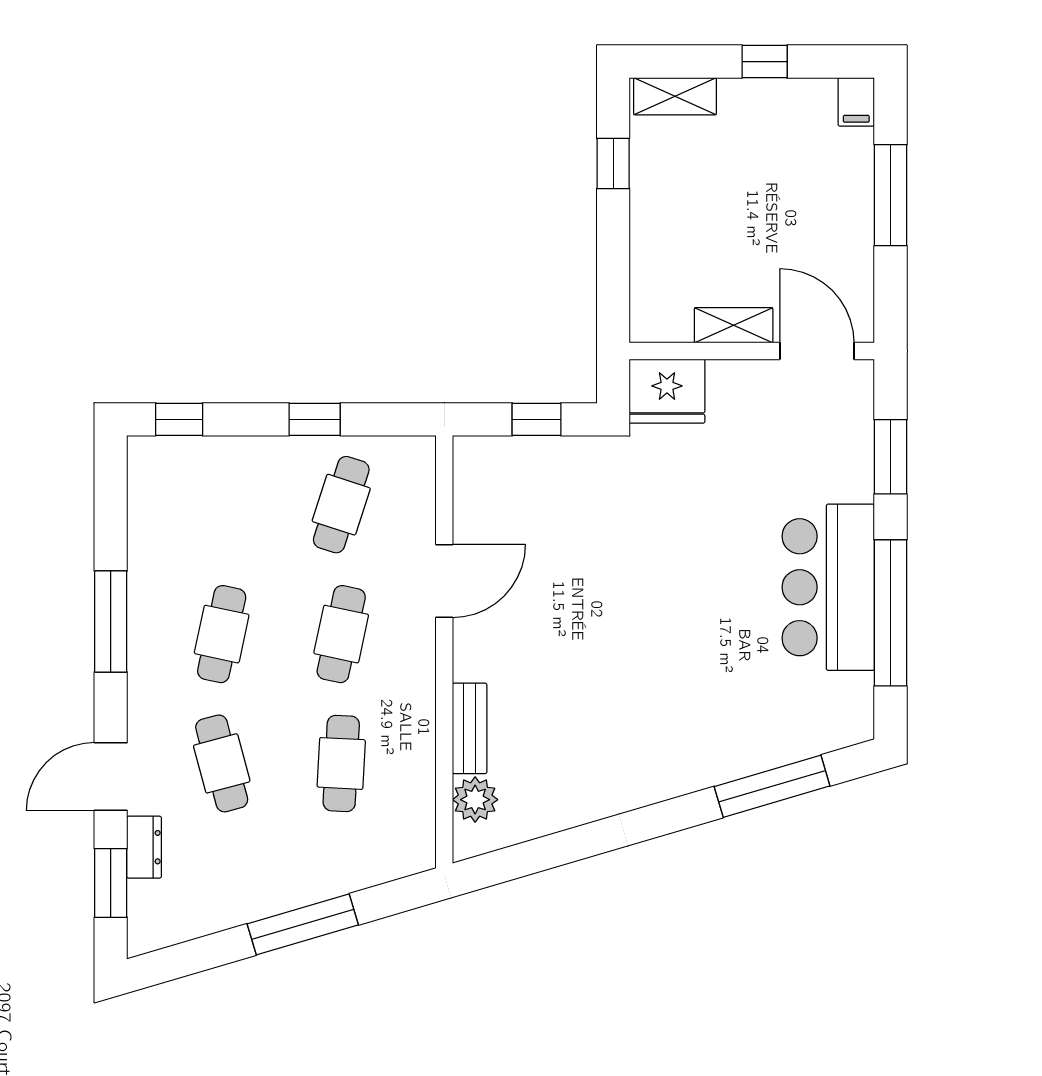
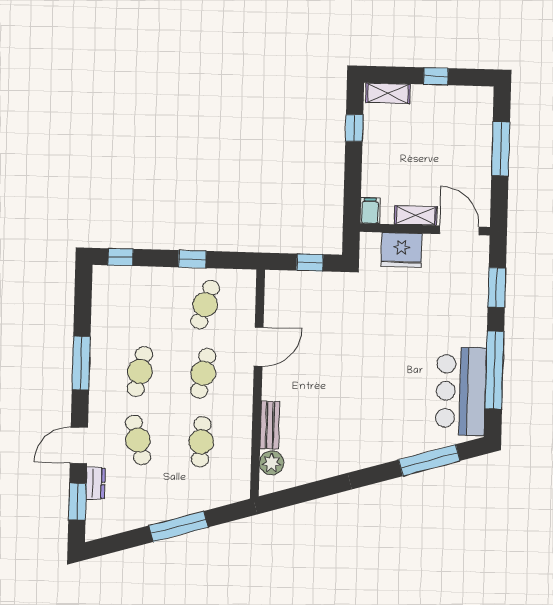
filing cabinet: (856, 102) -> (370, 211), moved, turned 180
fridge: (667, 391) -> (402, 250), moved
bar counter: (828, 587) -> (461, 391), moved

